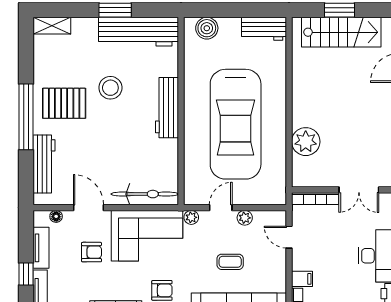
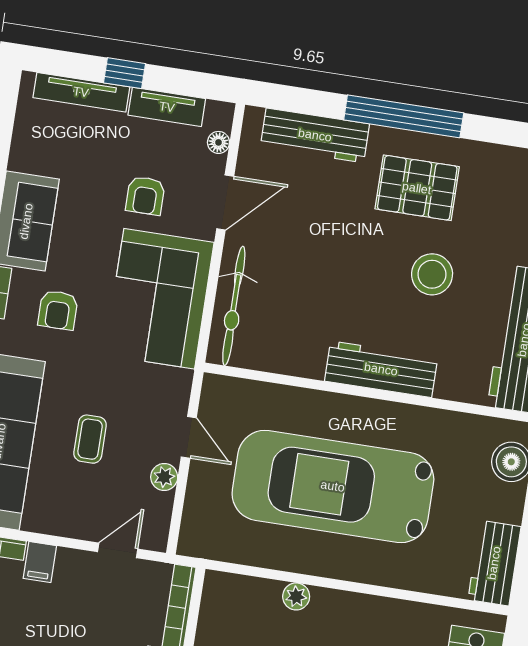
pallet: (64, 103) -> (417, 188), turned 90
plant: (306, 142) -> (296, 596), width x0.53, depth x0.53
plant: (191, 217) -> (180, 382), removed

